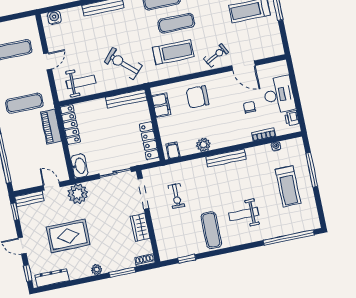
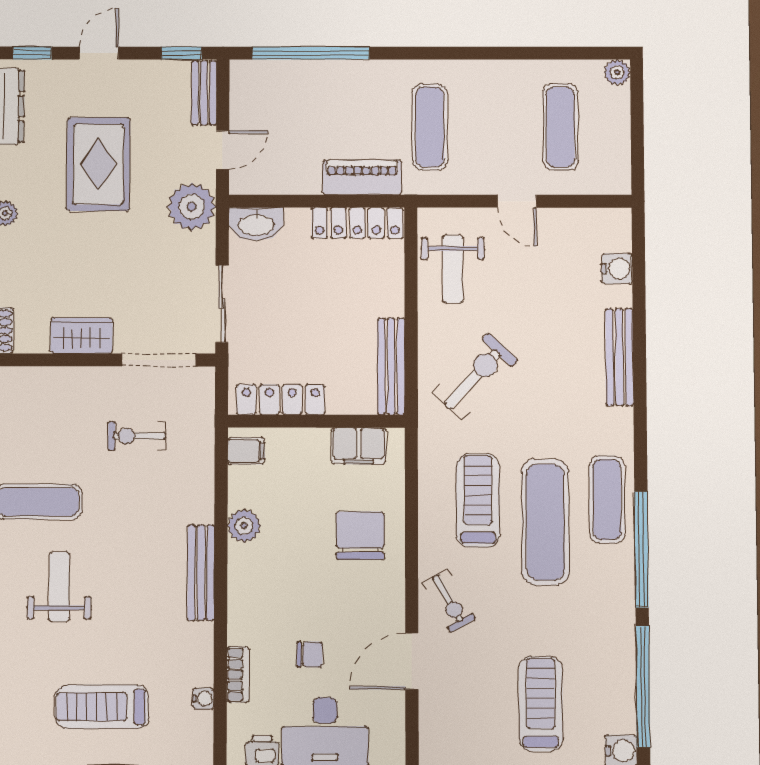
water cooler: (54, 18) -> (617, 269), moved
exercise mat: (176, 23) -> (545, 522), width x1.36, depth x1.45
treadmill: (173, 52) -> (478, 500), turned 180

